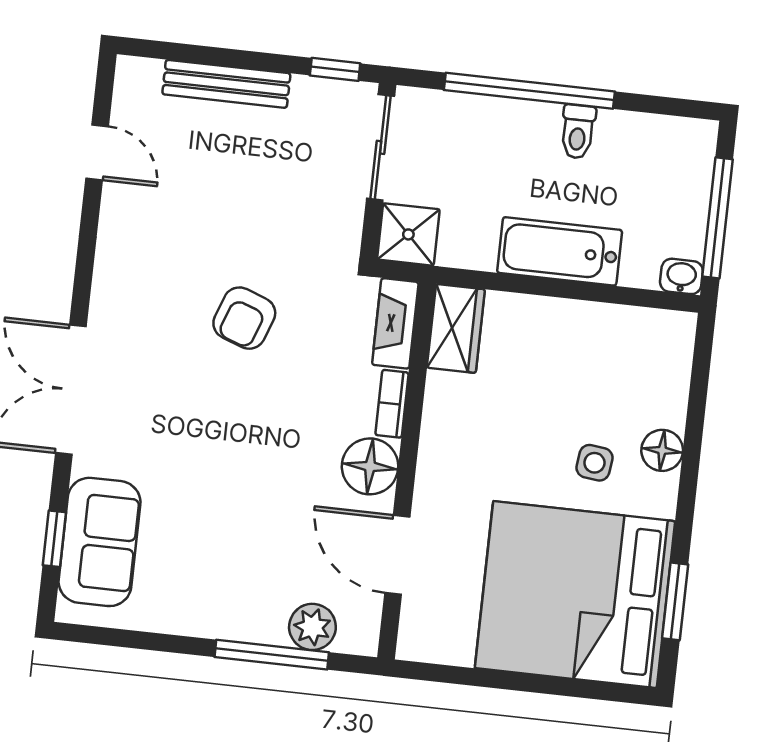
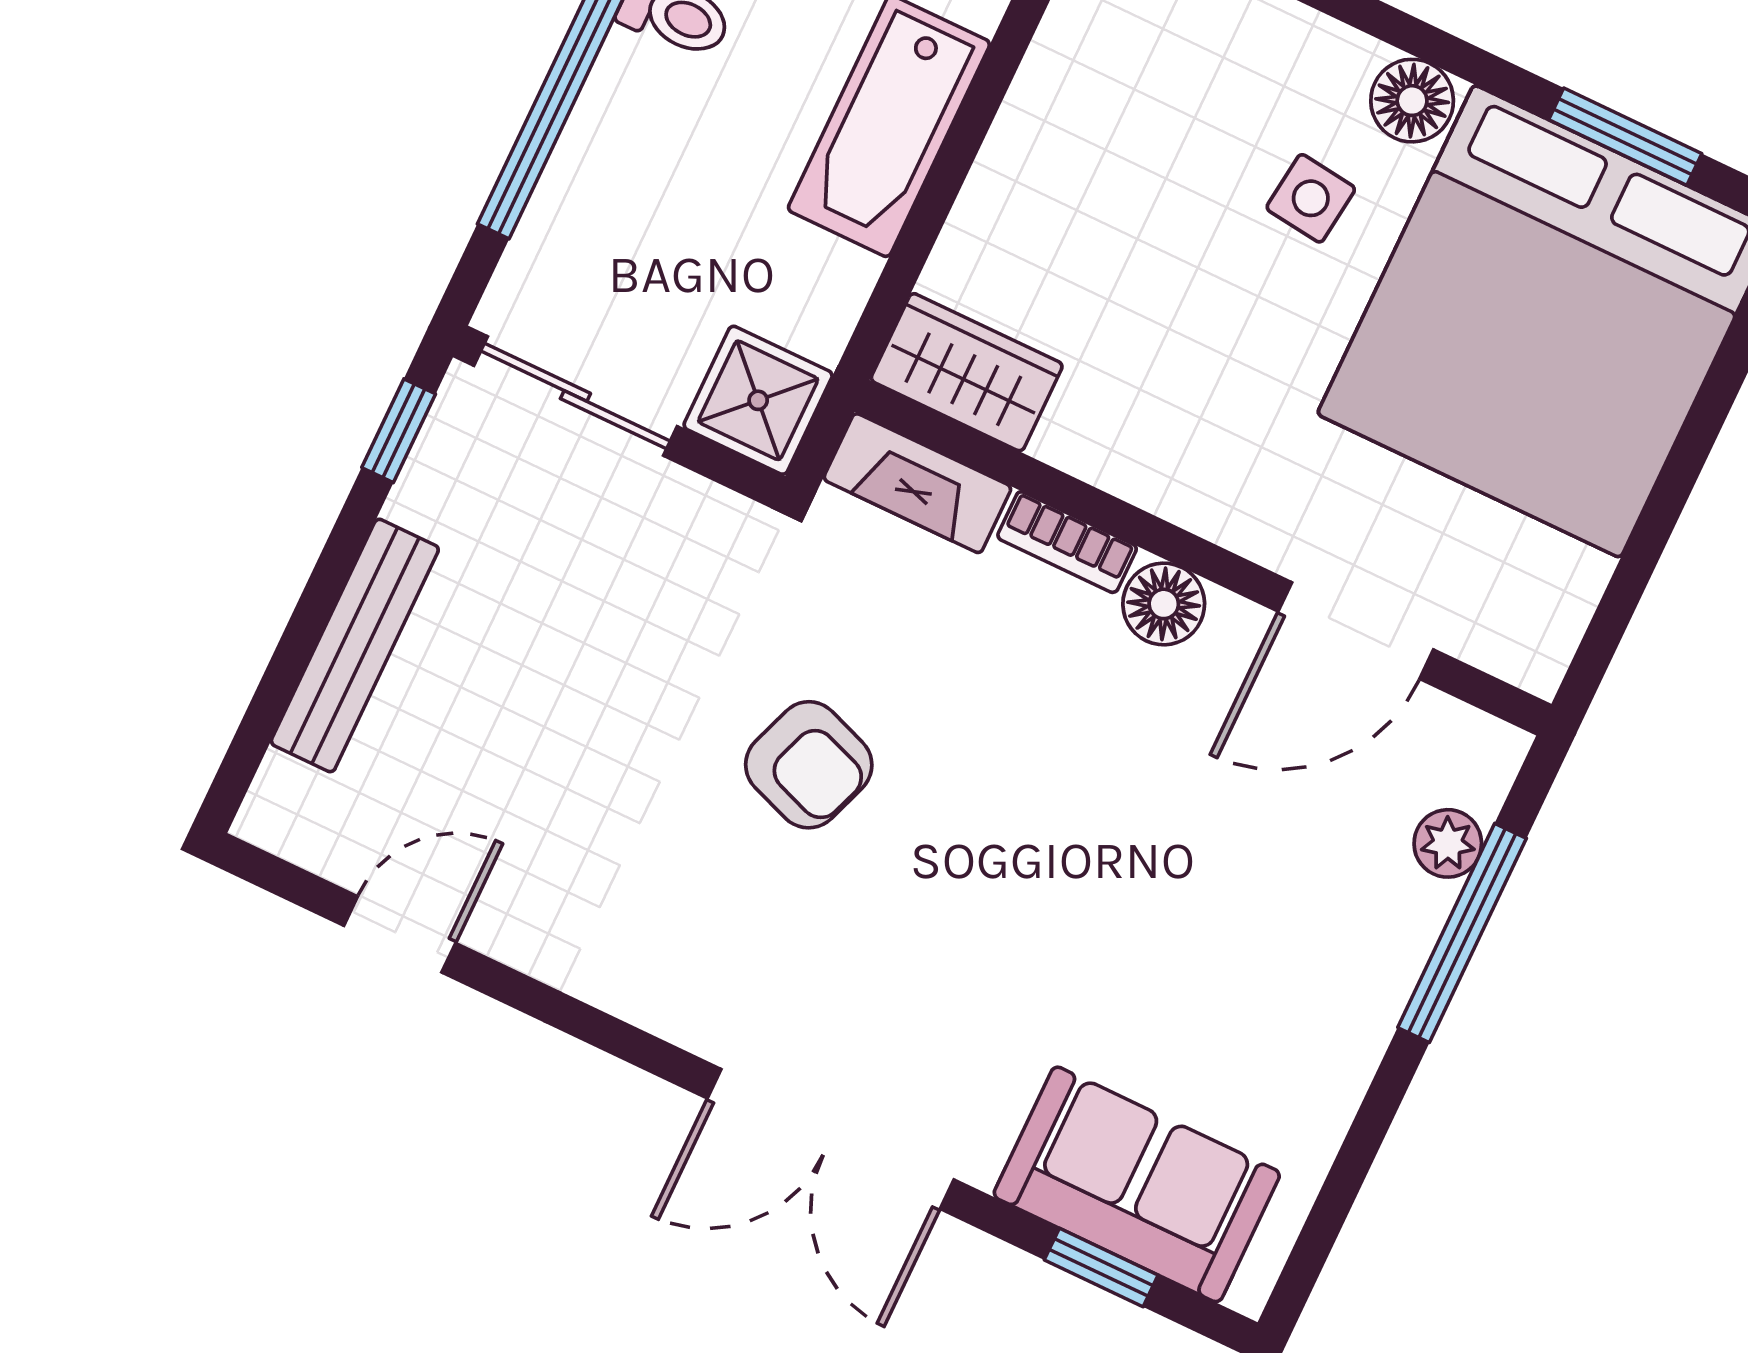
floor lamp: (662, 450) -> (1412, 101), moved
floor lamp: (370, 466) -> (1164, 604), width x0.73, depth x0.73
plant: (312, 627) -> (1448, 843), width x0.73, depth x0.73

